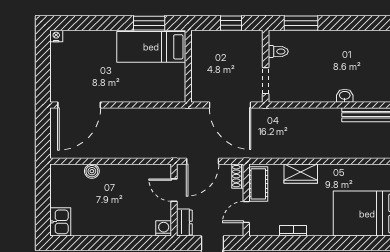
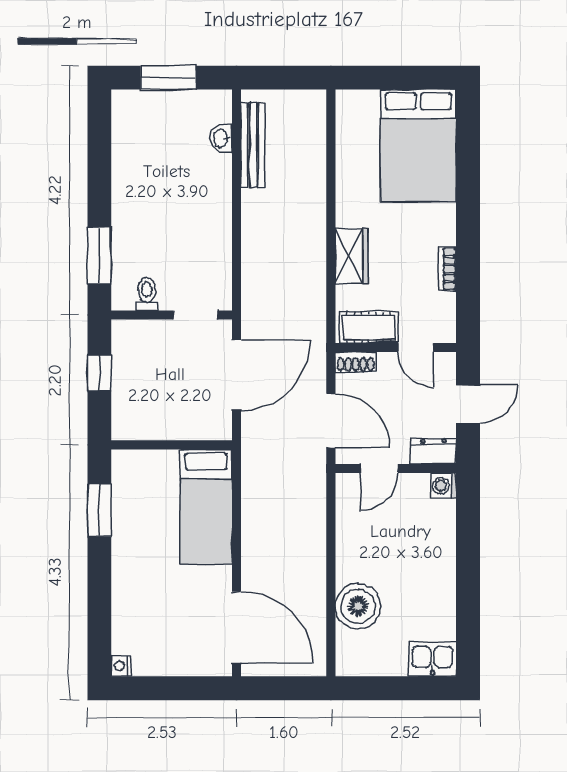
bed: (151, 47) -> (206, 507), moved
washbasin: (345, 96) -> (221, 138), moved
boiler: (92, 171) -> (358, 606), width x1.86, depth x1.86

